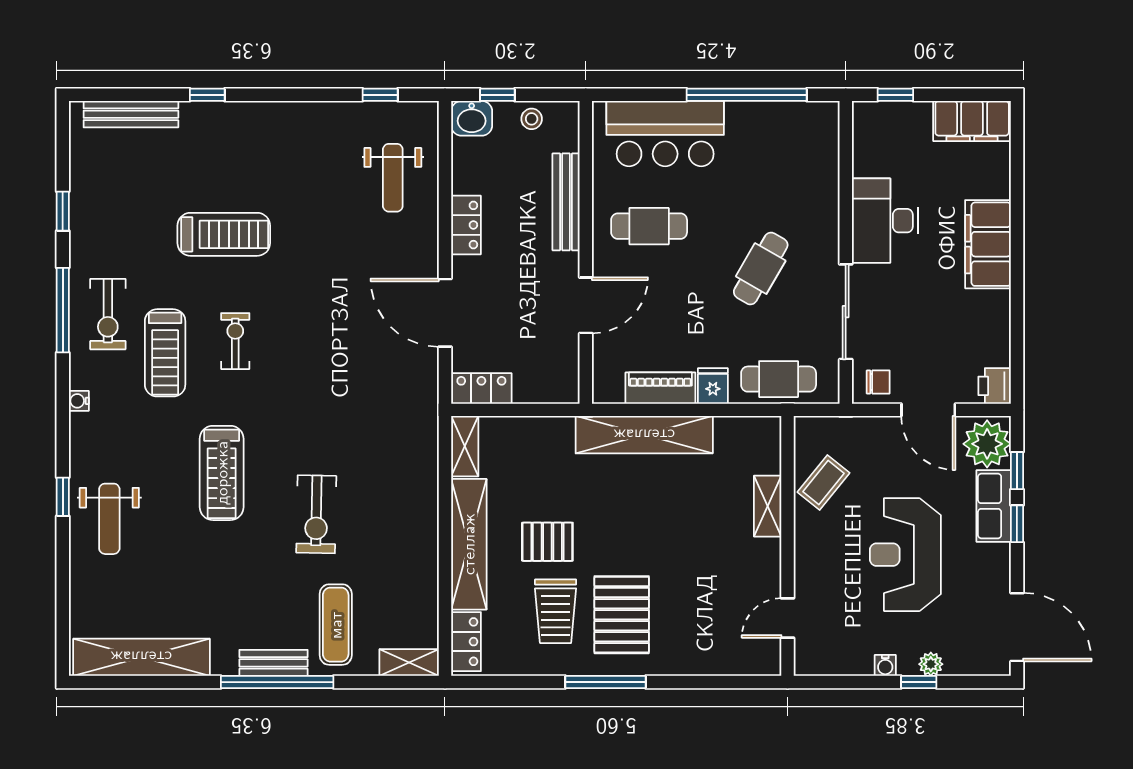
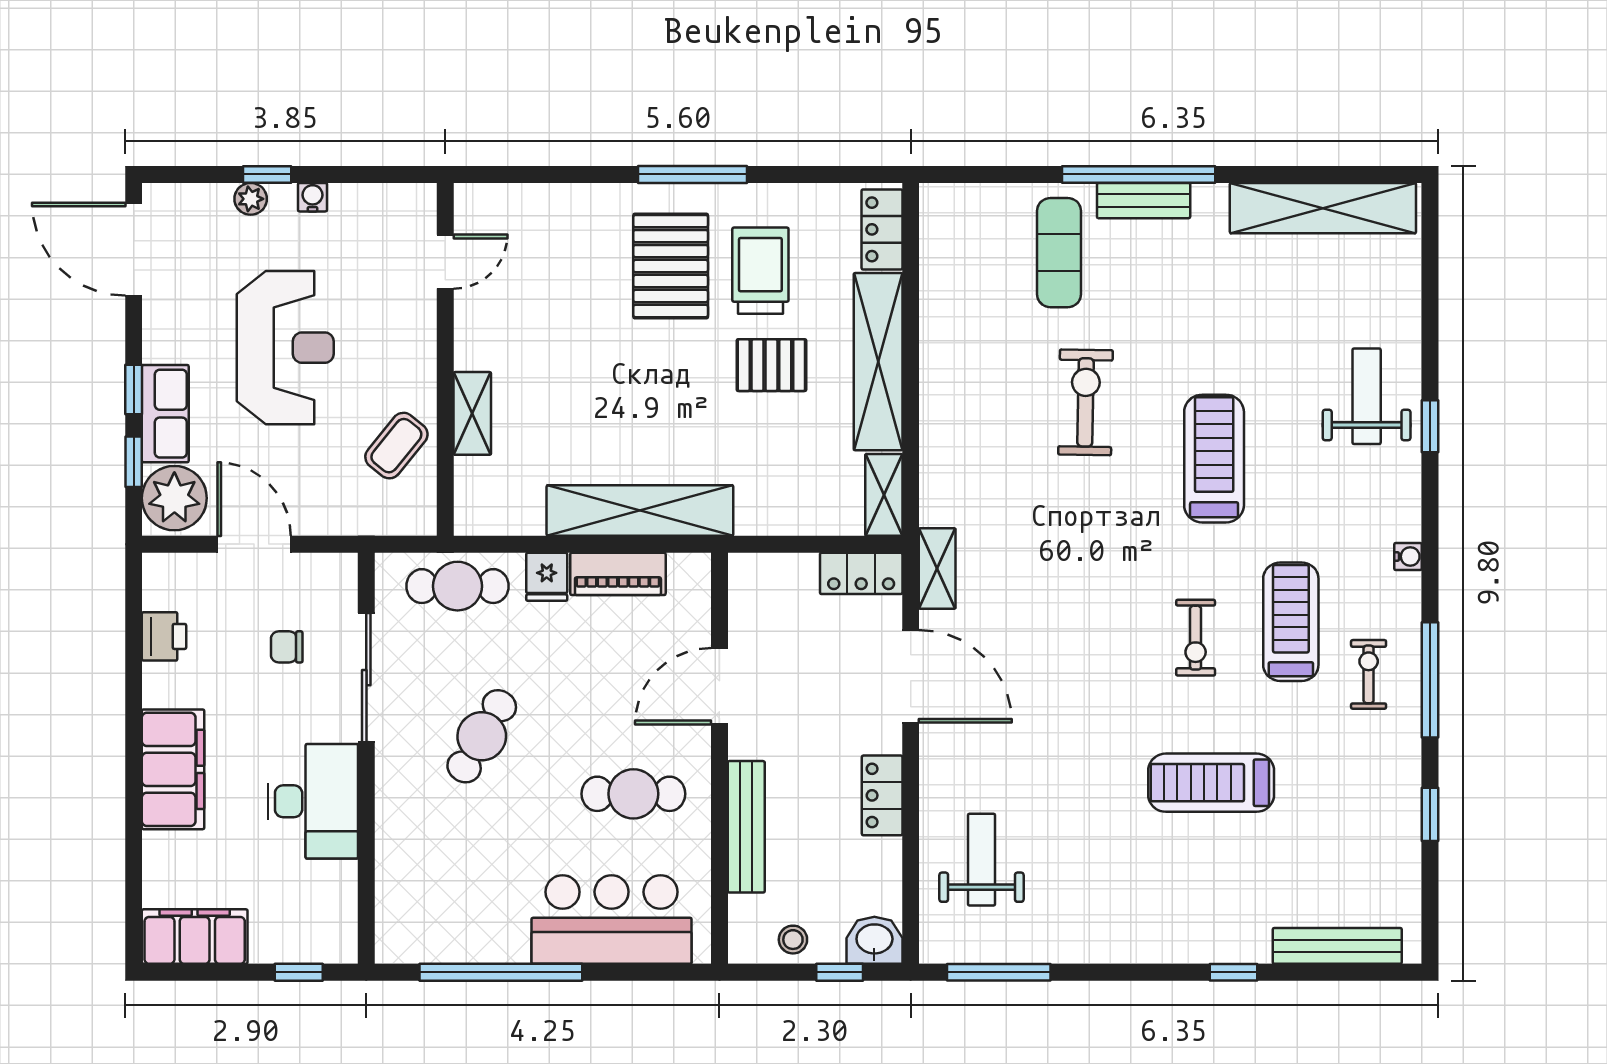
window: (380, 95) -> (999, 972), width x2.17
exercise bike: (108, 314) -> (1369, 674), width x0.73, depth x0.72
chair: (878, 382) -> (287, 647), moved
printer: (995, 386) -> (164, 636), moved
shelving: (409, 663) -> (937, 569), moved, turned 90

